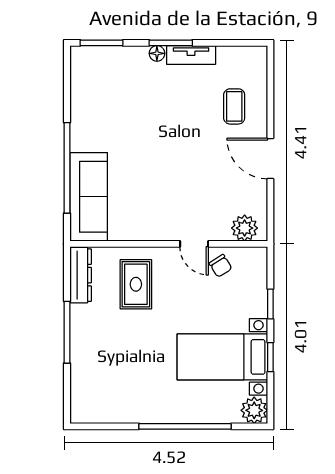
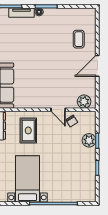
tv unit: (191, 55) -> (22, 13), moved
door: (270, 158) -> (97, 66), hinge flipped
bed with nightstands: (222, 357) -> (28, 179), moved, turned 90
plant: (254, 410) -> (89, 140), moved

